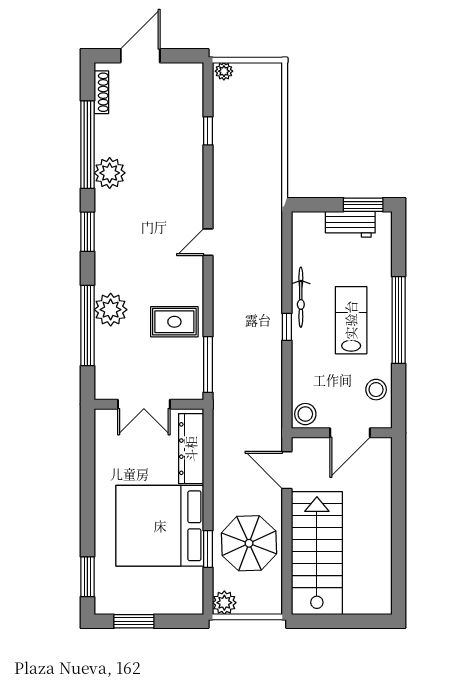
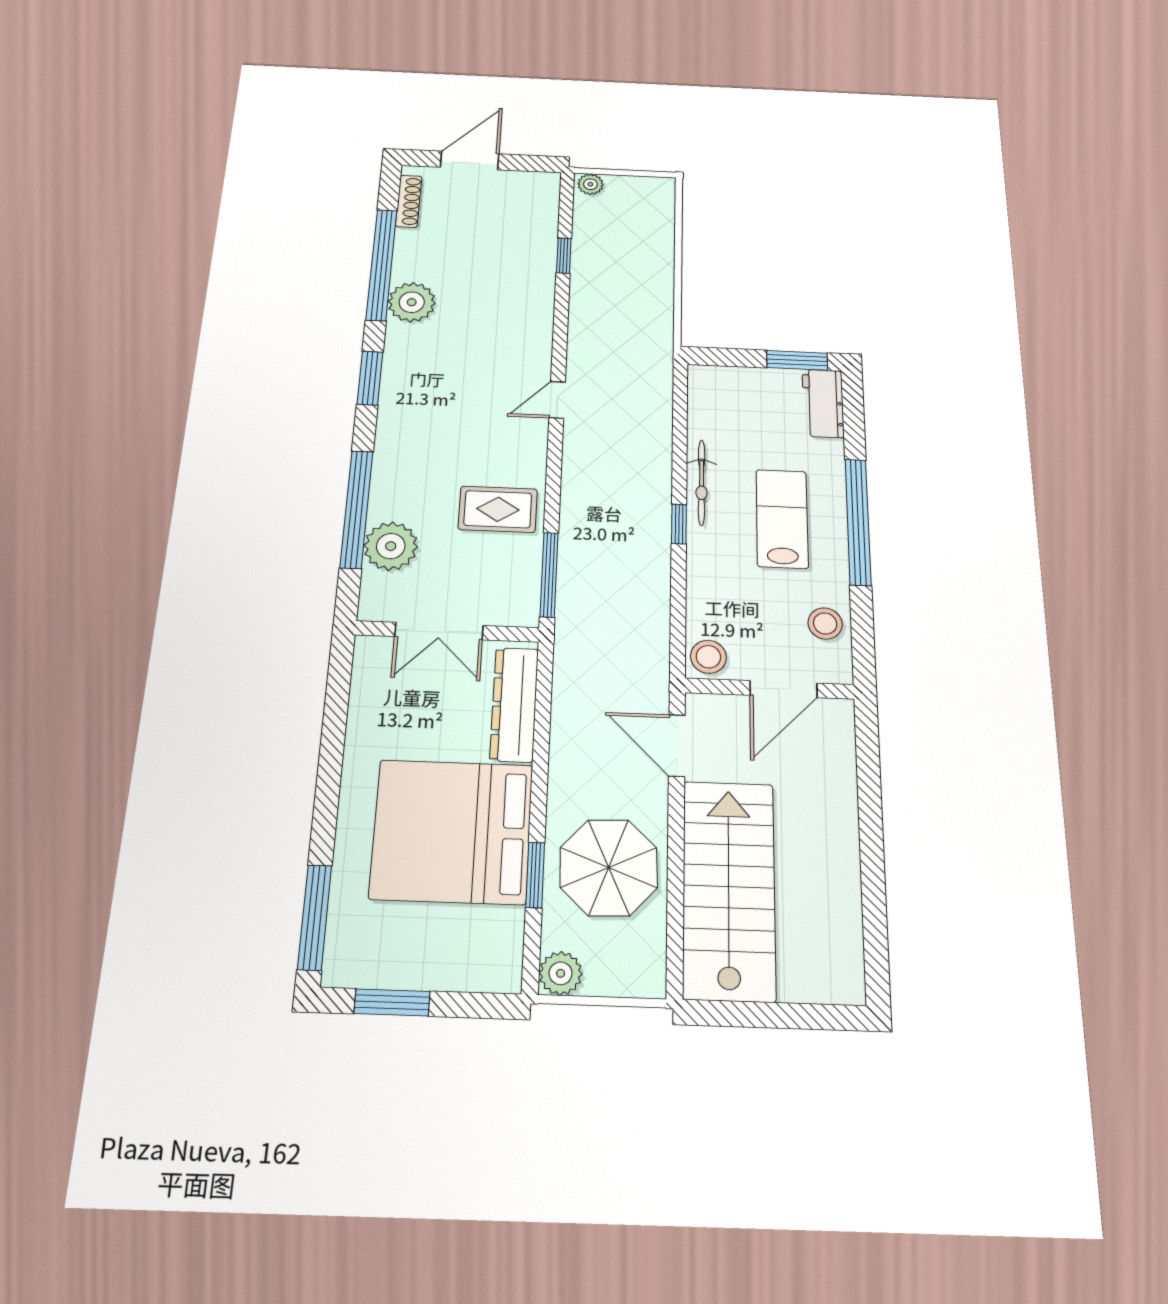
workbench: (350, 224) -> (823, 403), moved, turned 90
plant: (111, 310) -> (391, 546), moved
window: (87, 577) -> (315, 917), width x1.44

